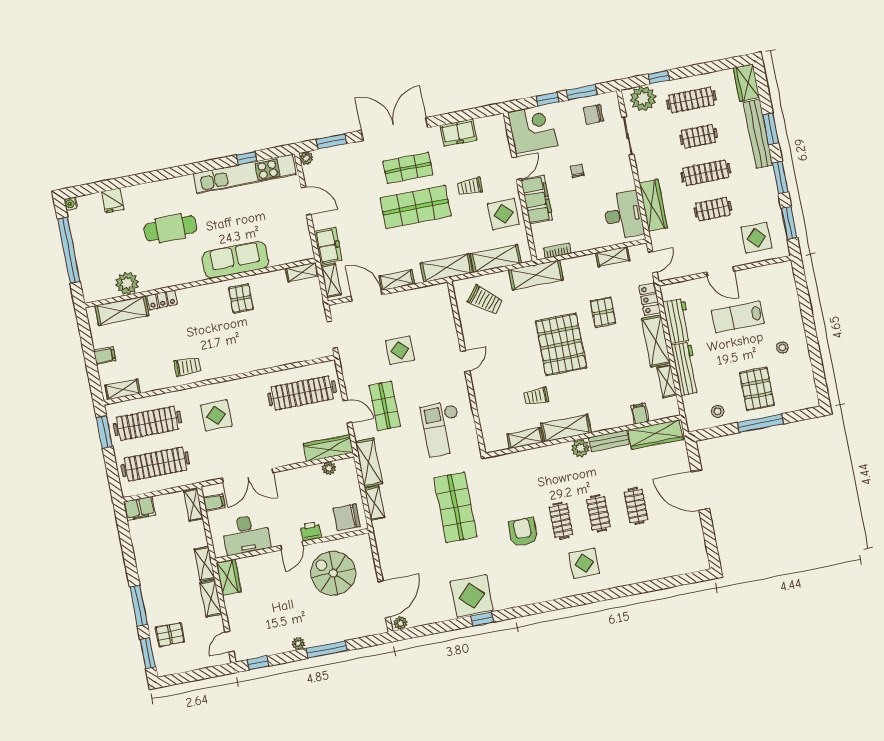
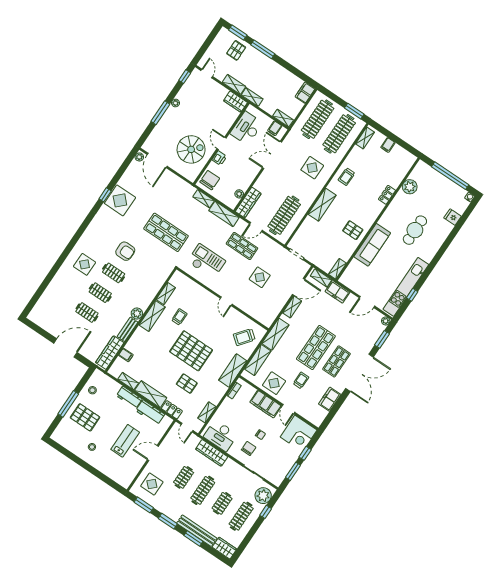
chair: (593, 114) -> (249, 449), moved
shelving: (122, 311) -> (322, 205), moved
workbench: (685, 369) -> (129, 397), width x0.73

